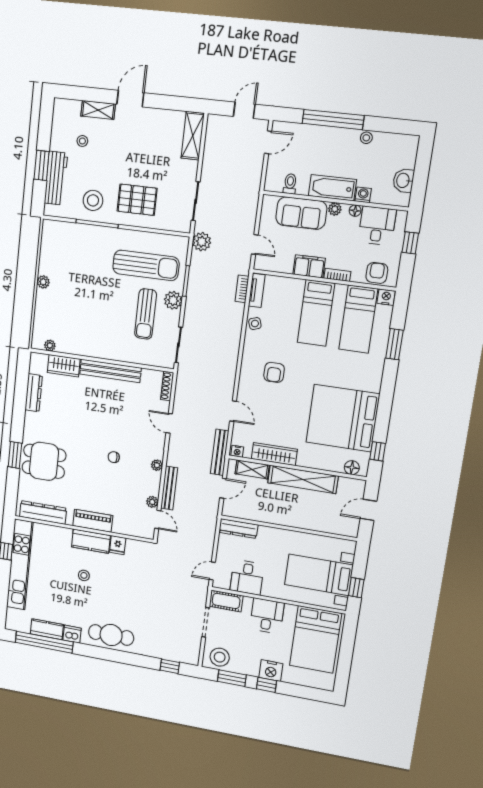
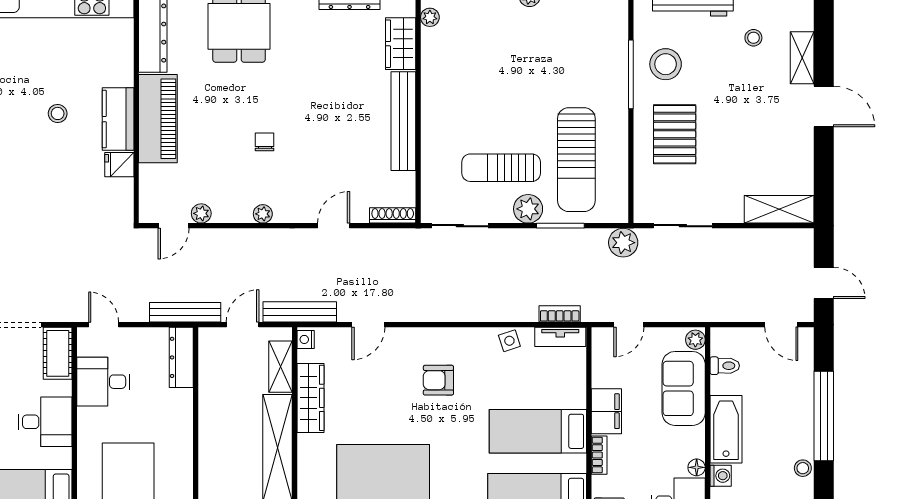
plant: (335, 209) -> (695, 340), moved
bench: (169, 488) -> (185, 312), moved
door: (223, 488) -> (243, 325), swing flipped
piano: (93, 521) -> (158, 119), width x1.37, depth x1.33

